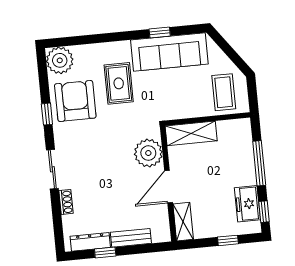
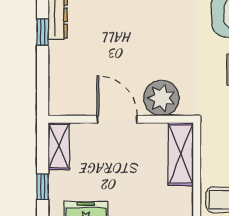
shelving: (183, 222) -> (59, 146), moved, turned 90
bench: (131, 238) -> (58, 66), removed

